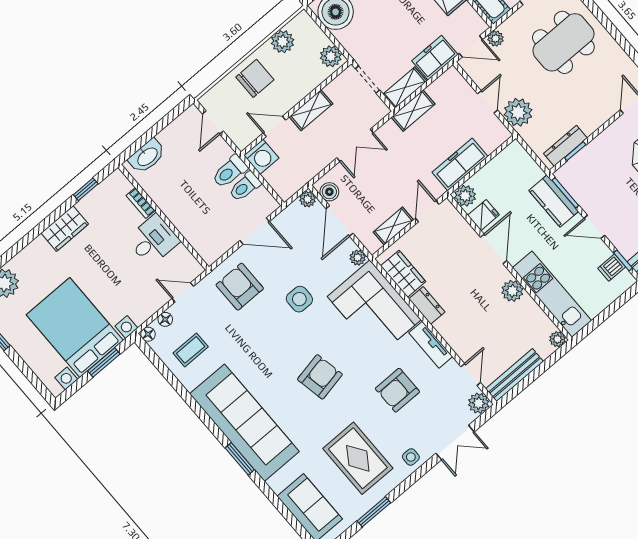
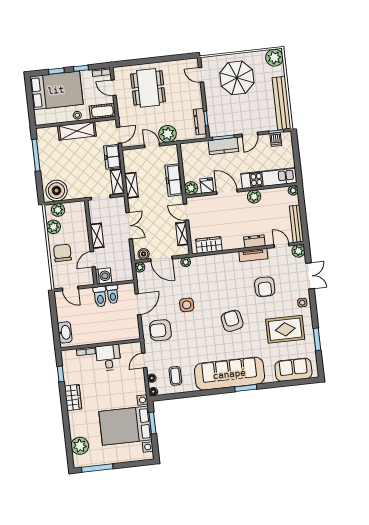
plant: (496, 38) -> (123, 120), removed
plant: (331, 56) -> (58, 210), moved
dresser: (427, 305) -> (254, 241), moved
corner sofa: (374, 308) -> (216, 271), removed

